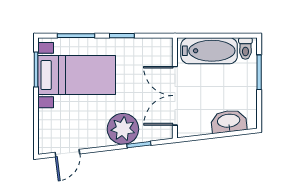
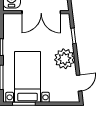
plant: (123, 129) -> (64, 59), moved
door: (67, 153) -> (79, 83), hinge flipped

